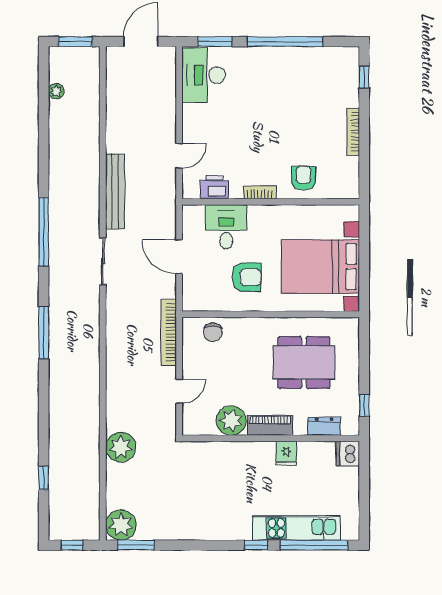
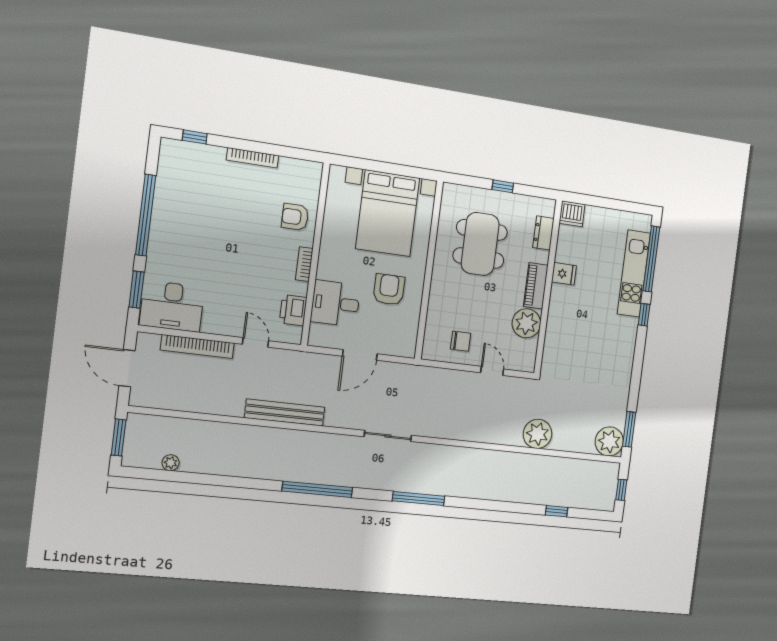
sliding door: (103, 261) -> (388, 436), moved
bookcase: (169, 332) -> (197, 346), moved
chair: (213, 332) -> (461, 341), moved
window: (364, 405) -> (503, 186), moved

